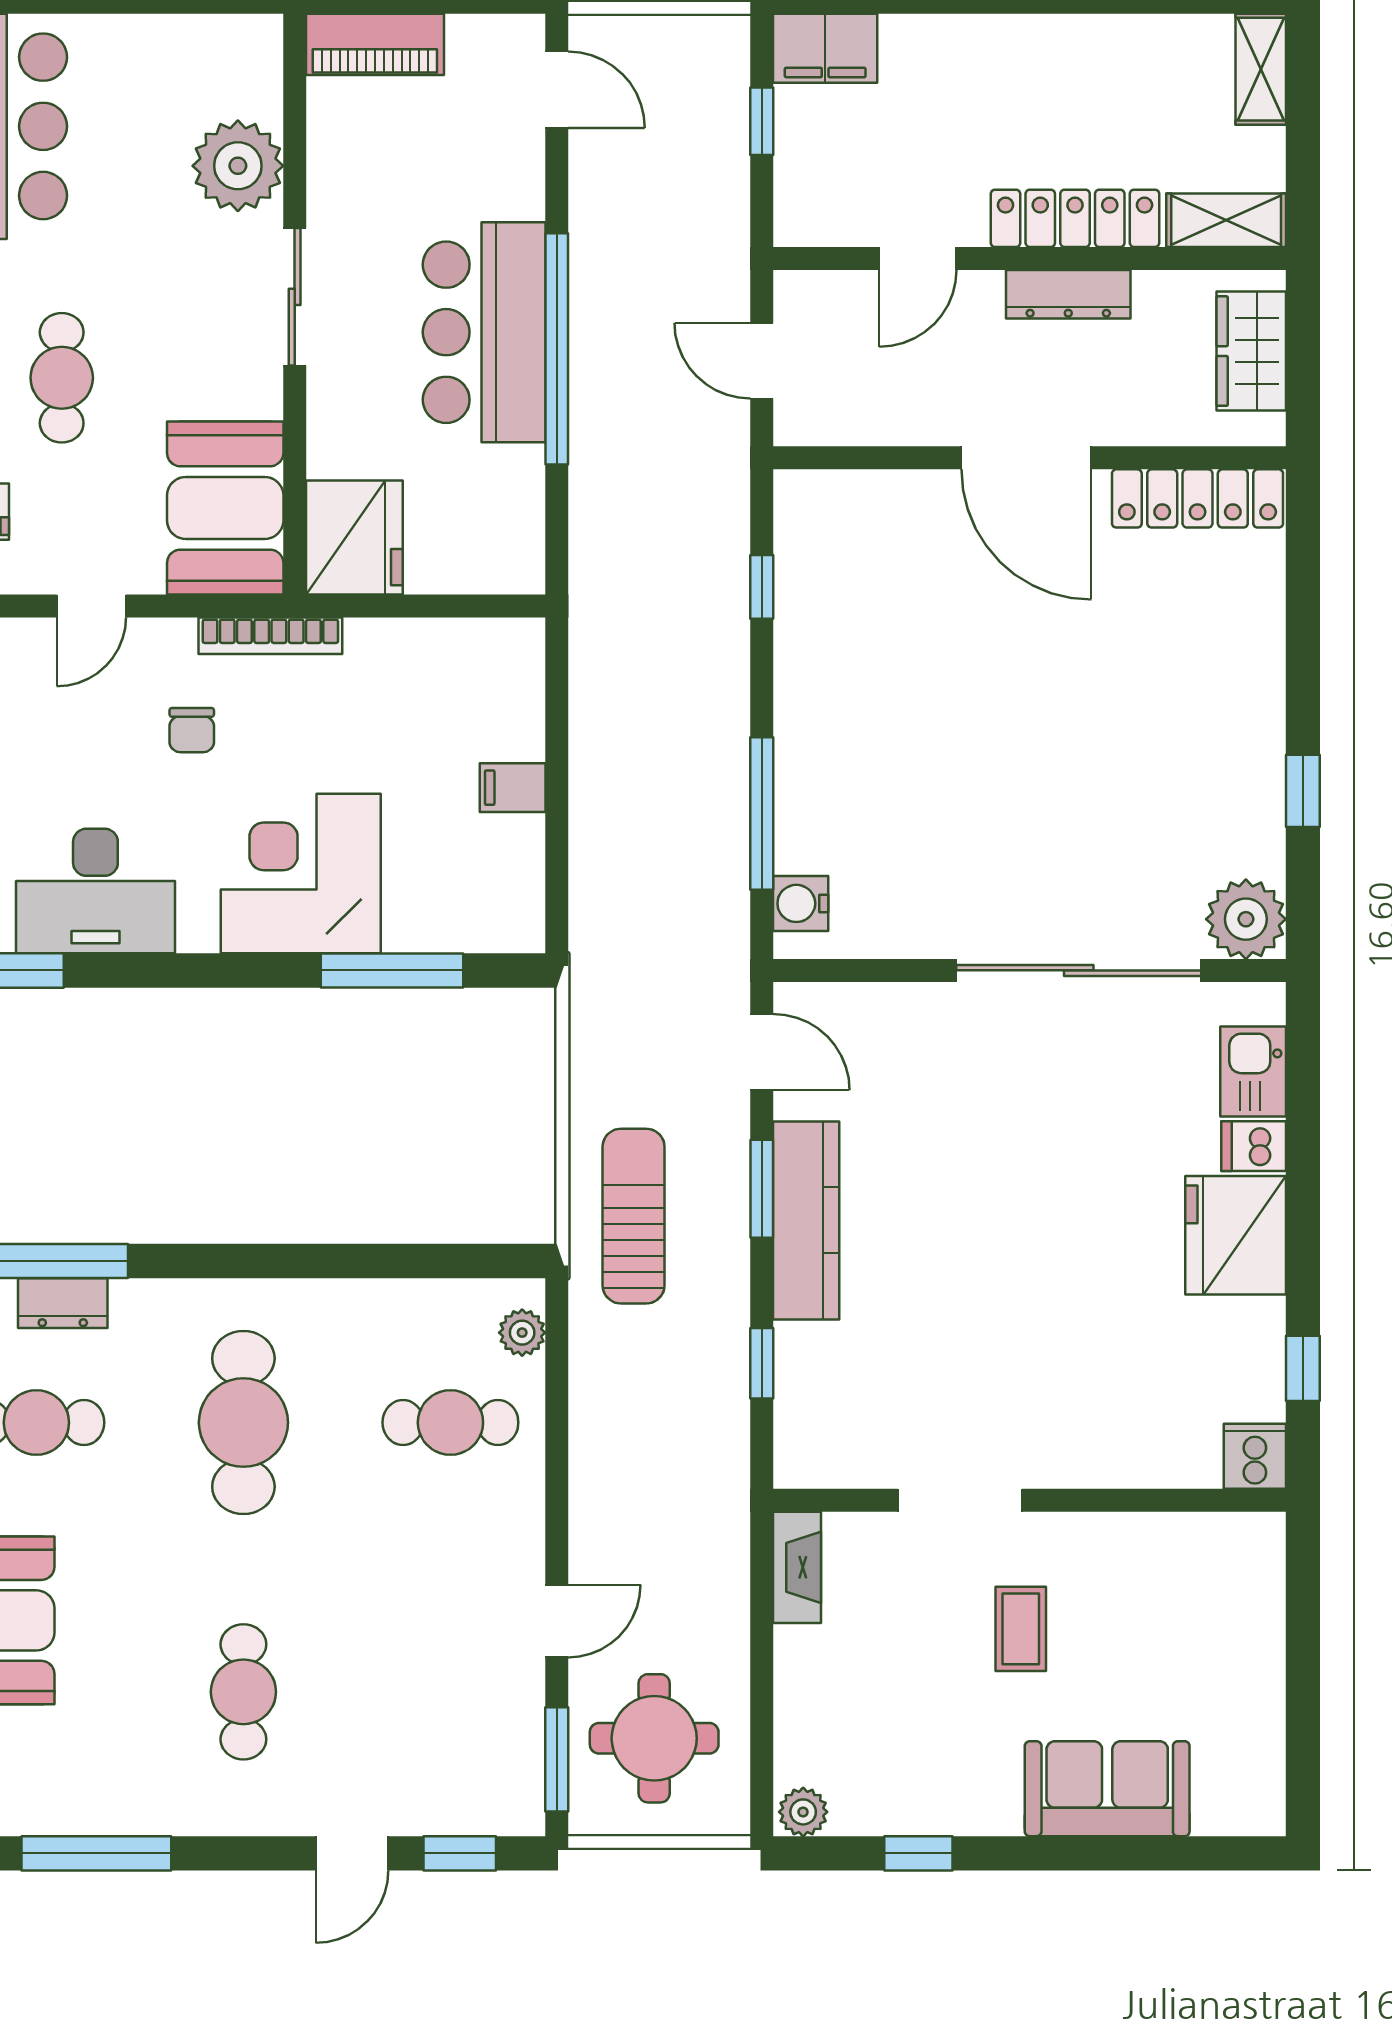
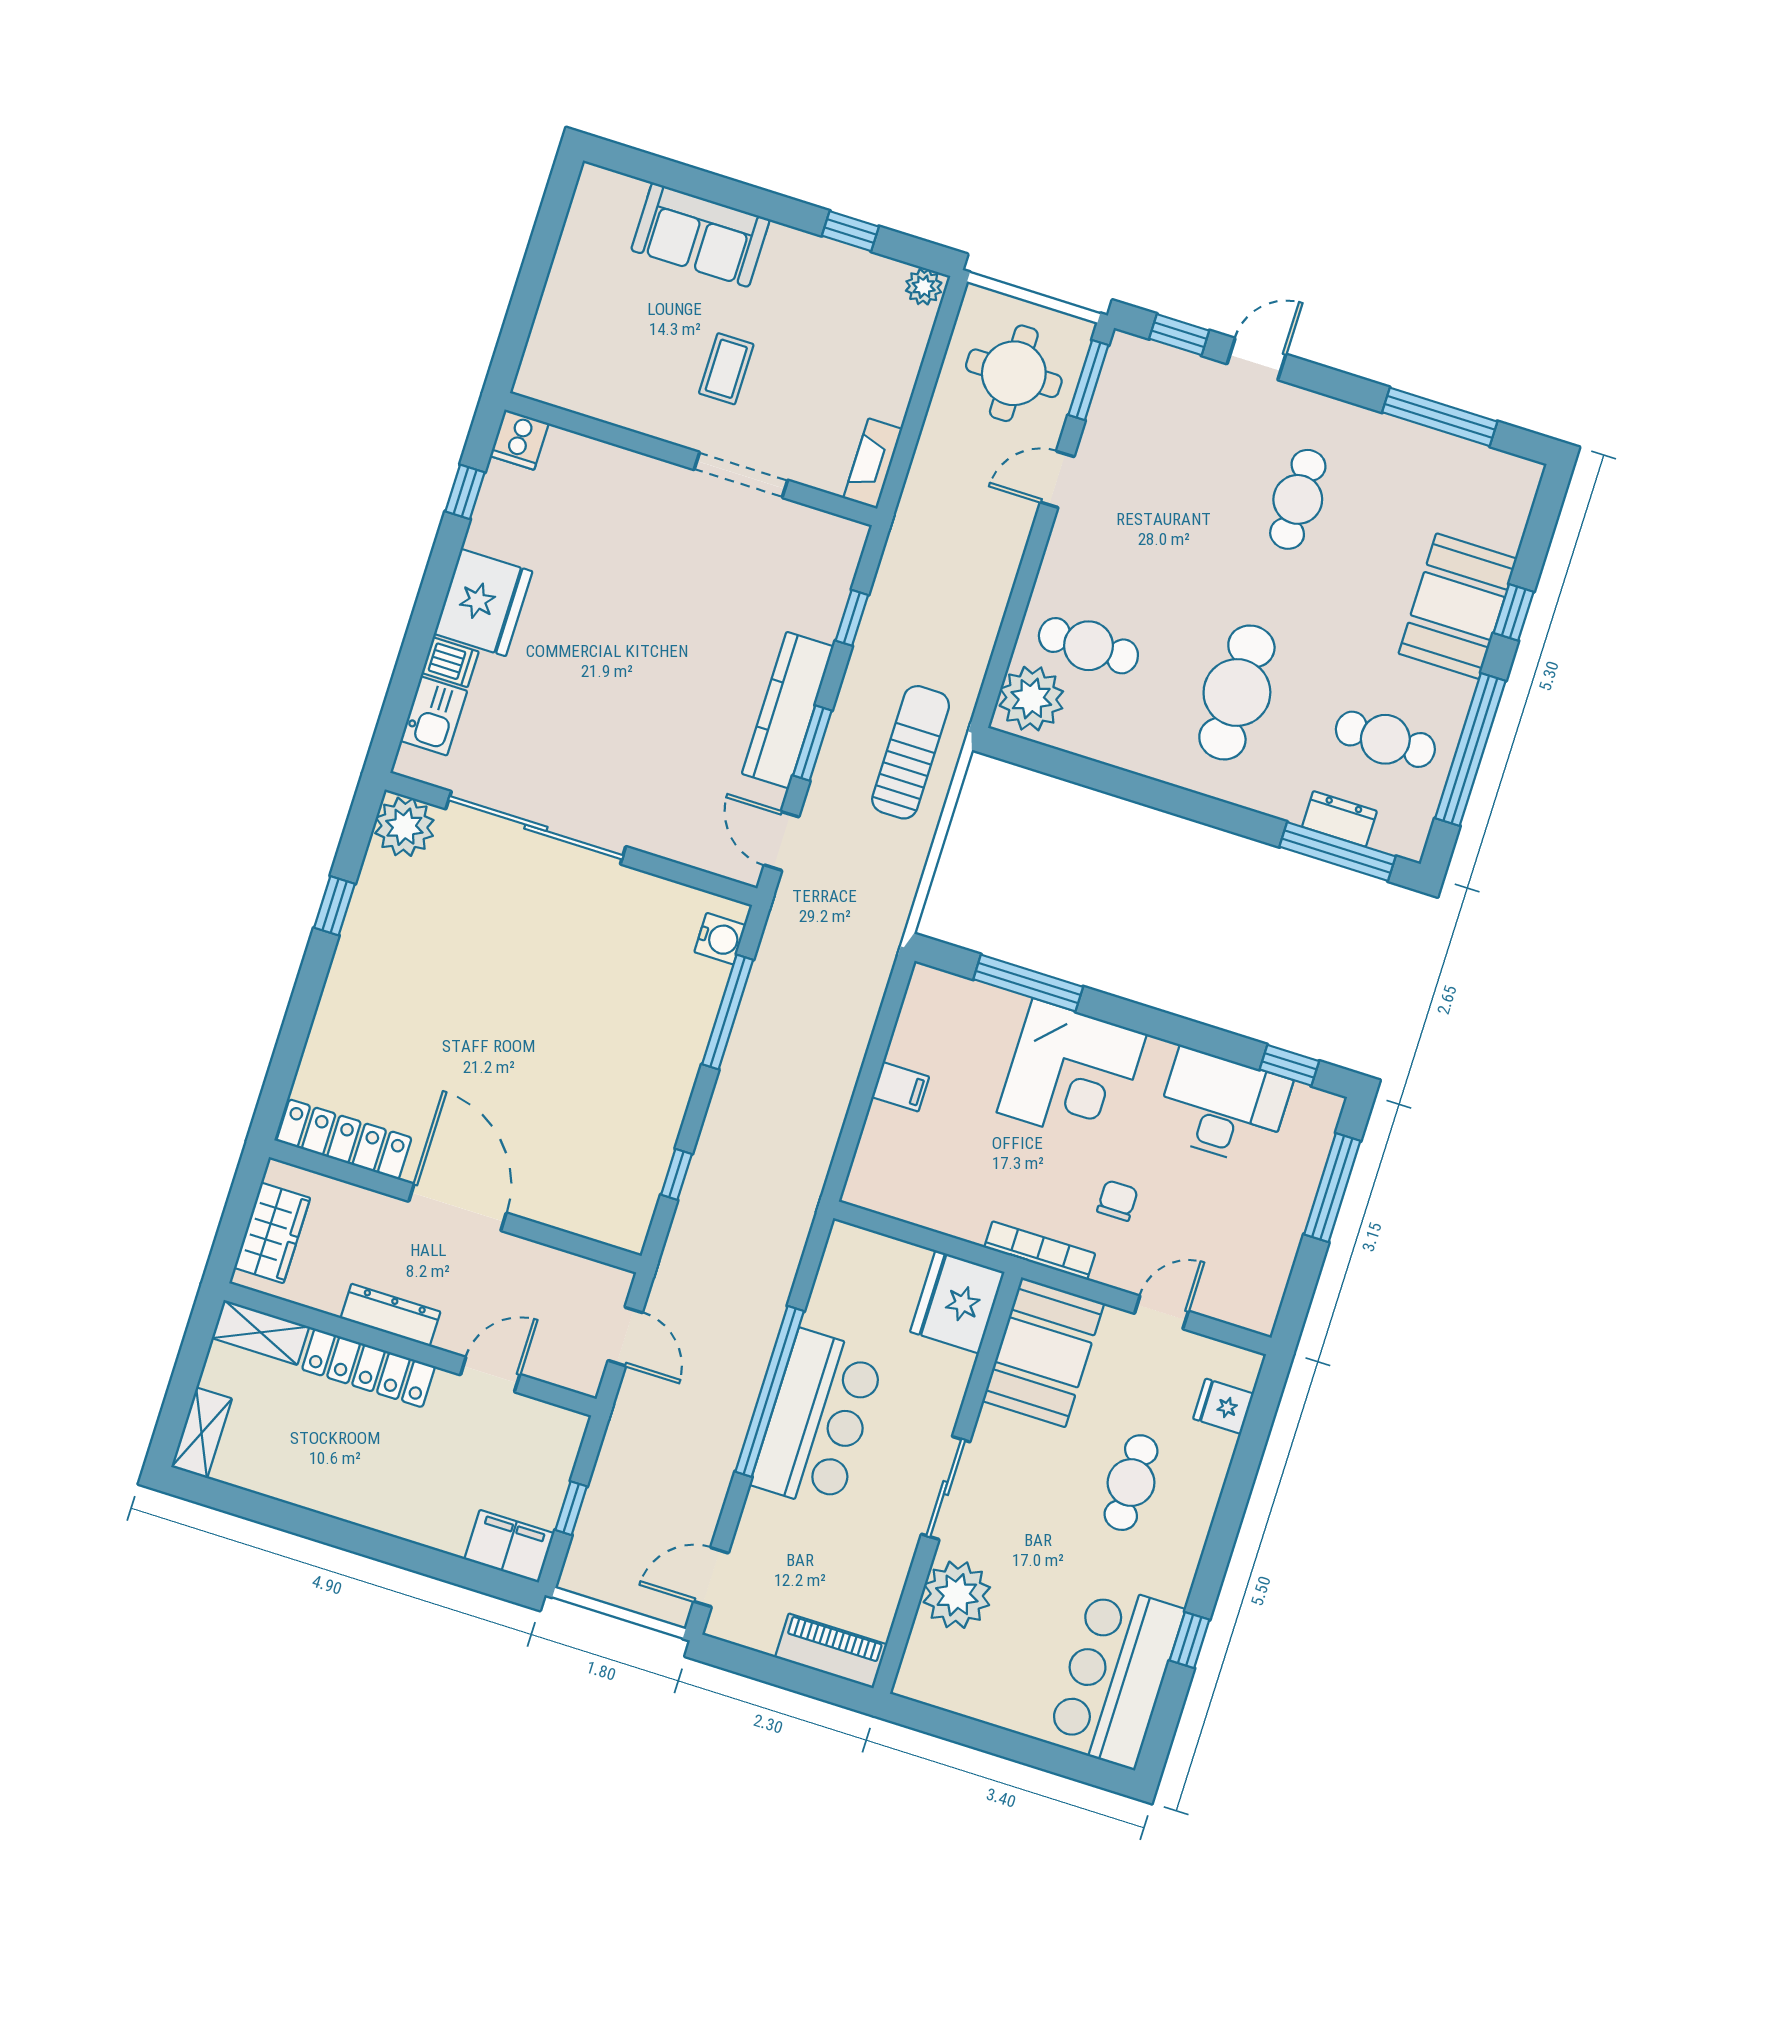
door: (557, 90) -> (711, 1577), hinge flipped
sun lounger: (634, 1216) -> (911, 752), turned 180
plant: (522, 1333) -> (1031, 699), width x1.88, depth x1.88

